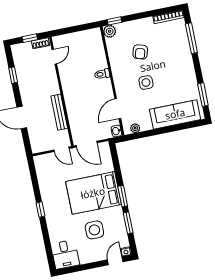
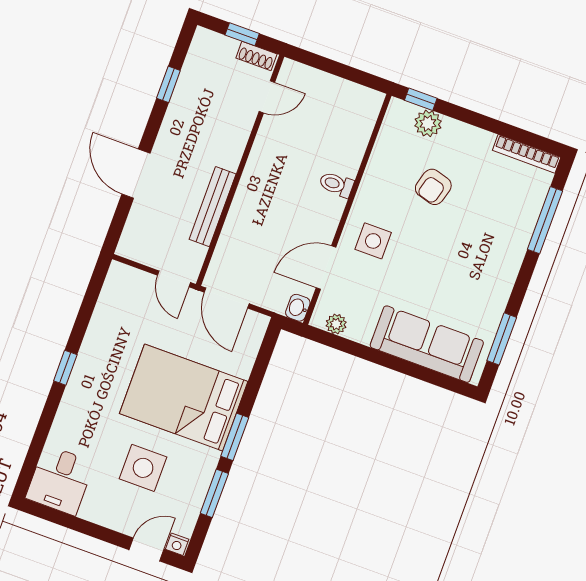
plant: (110, 31) -> (428, 123), moved
side table: (146, 82) -> (373, 241), moved

